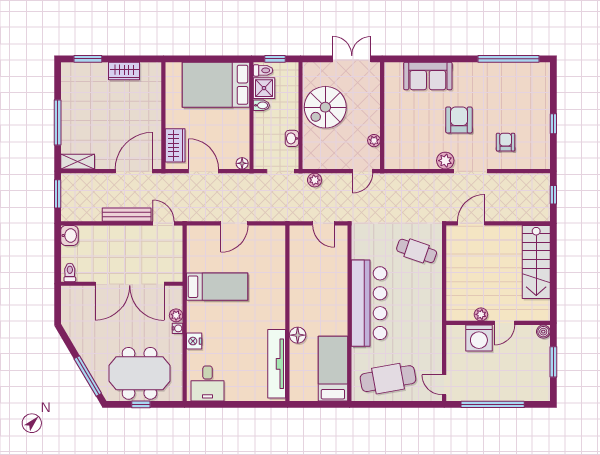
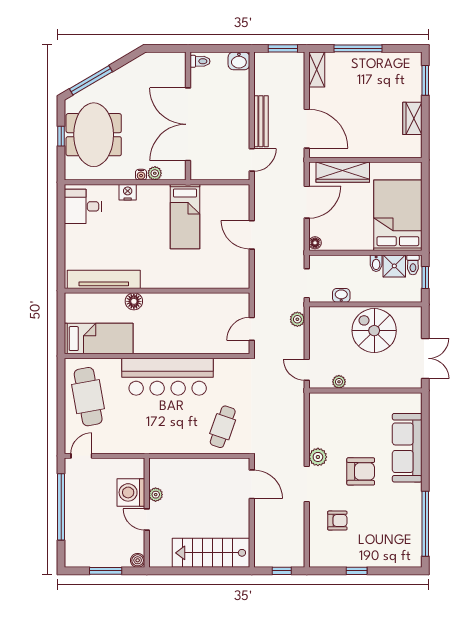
sofa: (428, 76) -> (407, 448), width x1.36
wardrobe: (175, 145) -> (343, 172), width x1.50

